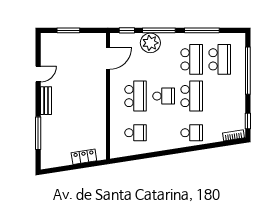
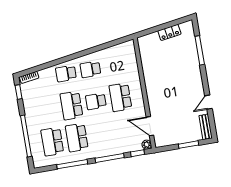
plant: (150, 43) -> (147, 145), moved, width x0.53, depth x0.53
door: (108, 58) -> (150, 126), hinge flipped
bench: (46, 101) -> (206, 127), moved
school desk: (136, 133) -> (90, 69), moved
locker: (84, 157) -> (169, 32), moved

